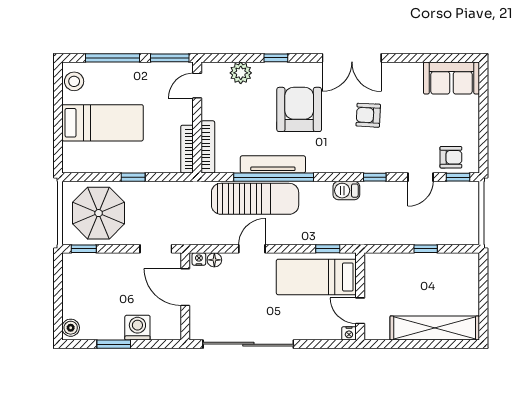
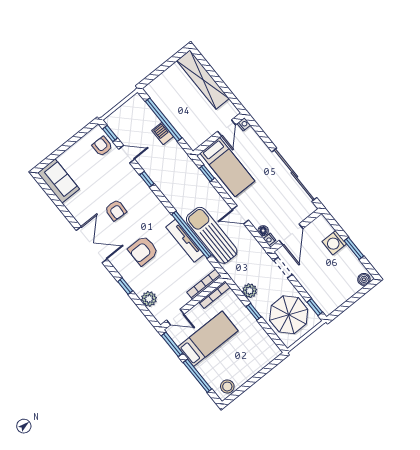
armchair: (299, 109) -> (143, 251), width x0.73, depth x0.73
bed: (103, 123) -> (208, 339), moved, turned 90
plant: (160, 191) -> (250, 291), added
barbecue: (346, 191) -> (163, 134), moved, turned 180
window: (426, 249) -> (164, 120), width x3.17

